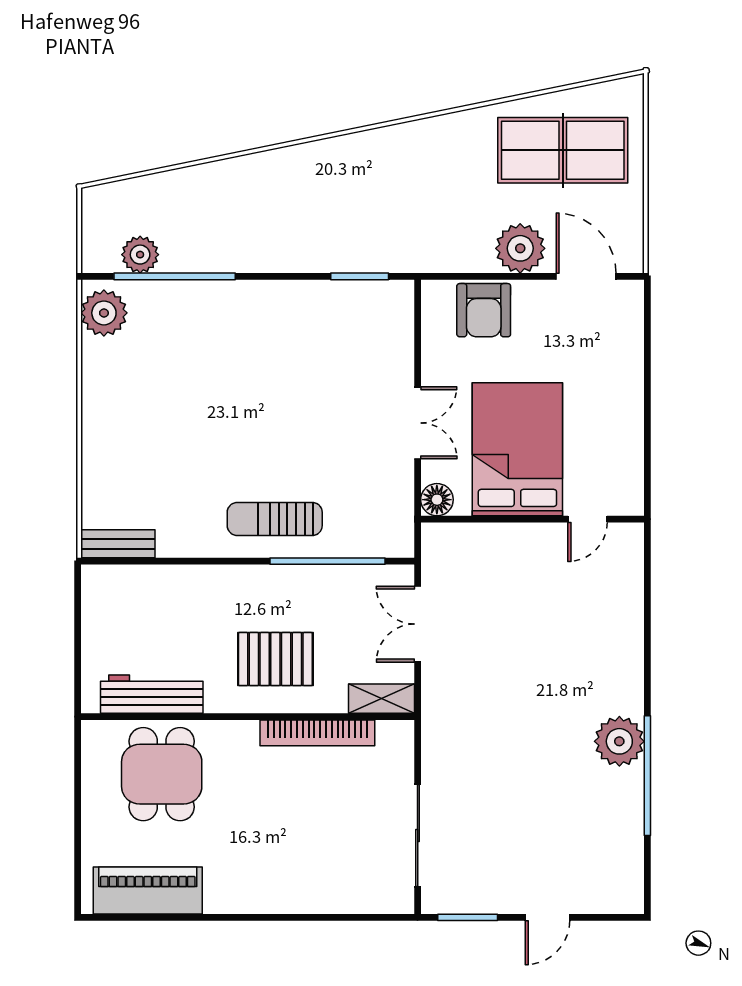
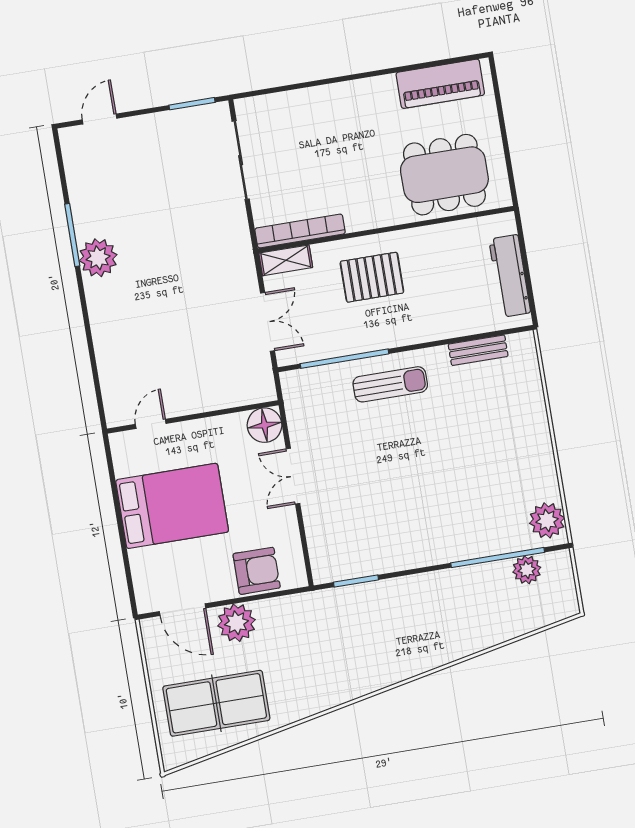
armchair: (484, 310) -> (257, 571), turned 90
bed: (517, 449) -> (172, 506), moved, turned -90
floor lamp: (437, 500) -> (265, 425), width x1.38, depth x1.38
bench: (118, 544) -> (478, 350), moved
workbench: (152, 694) -> (510, 276), moved, turned 90
bookcase: (317, 733) -> (300, 231), moved
dining table: (162, 774) -> (444, 175), width x1.38
window: (647, 776) -> (72, 235), width x0.68
door: (547, 917) -> (100, 119), moved

